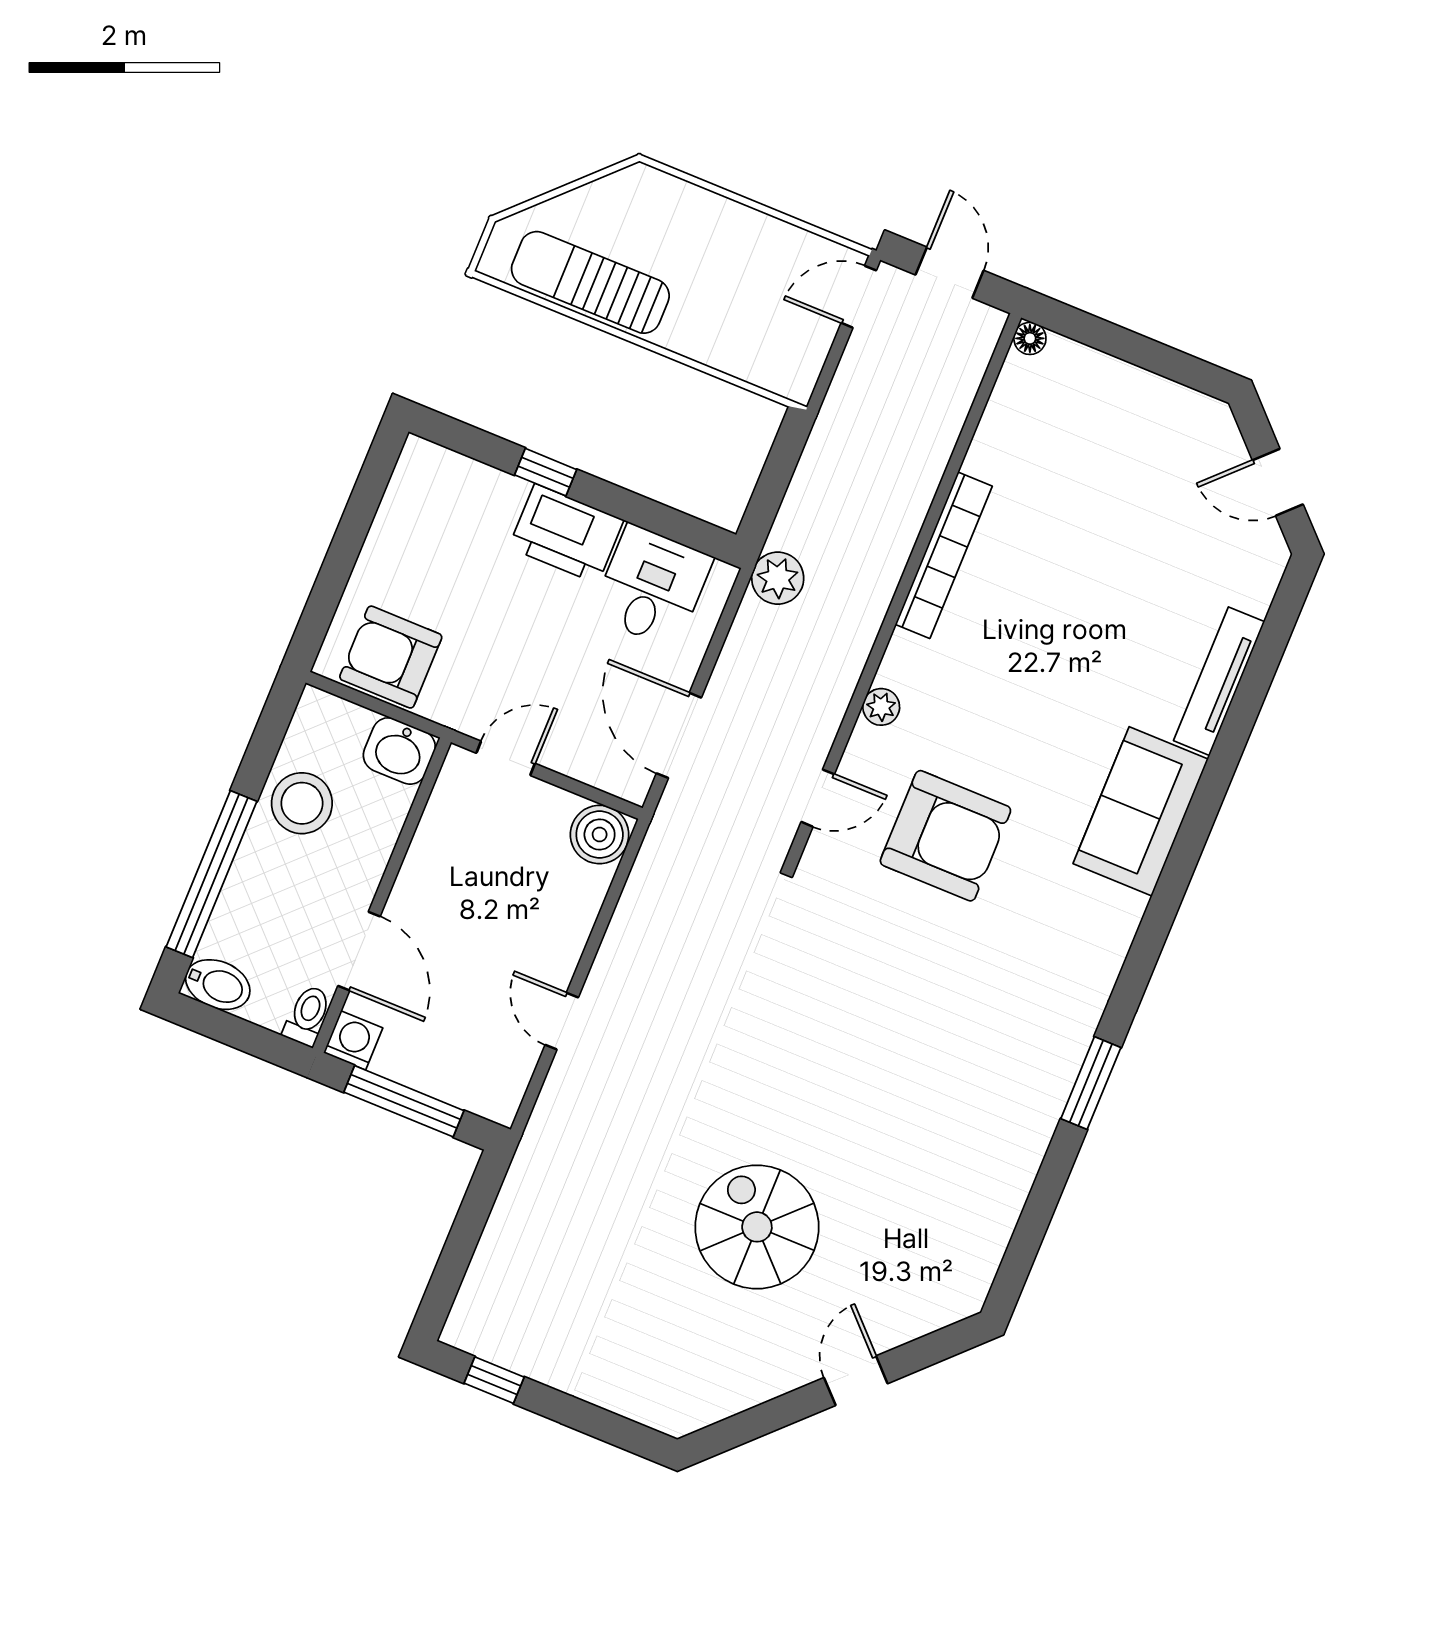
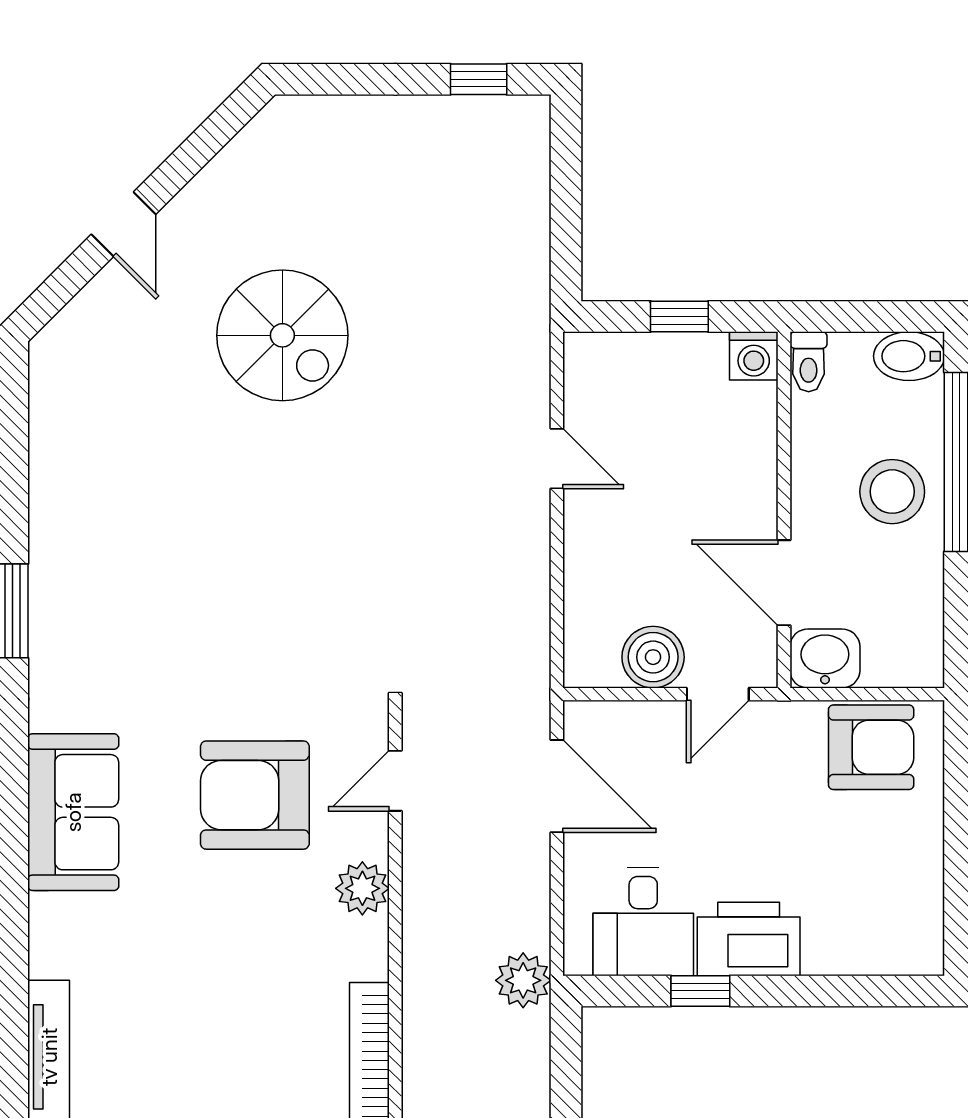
window: (546, 472) -> (700, 991), moved
plant: (881, 707) -> (362, 888), width x1.38, depth x1.38
stool: (302, 803) -> (892, 492), moved
sofa: (1141, 811) -> (73, 812), moved
boiler: (600, 834) -> (653, 657), moved
door: (359, 951) -> (784, 583), moved
window: (404, 1101) -> (679, 317), width x0.46

